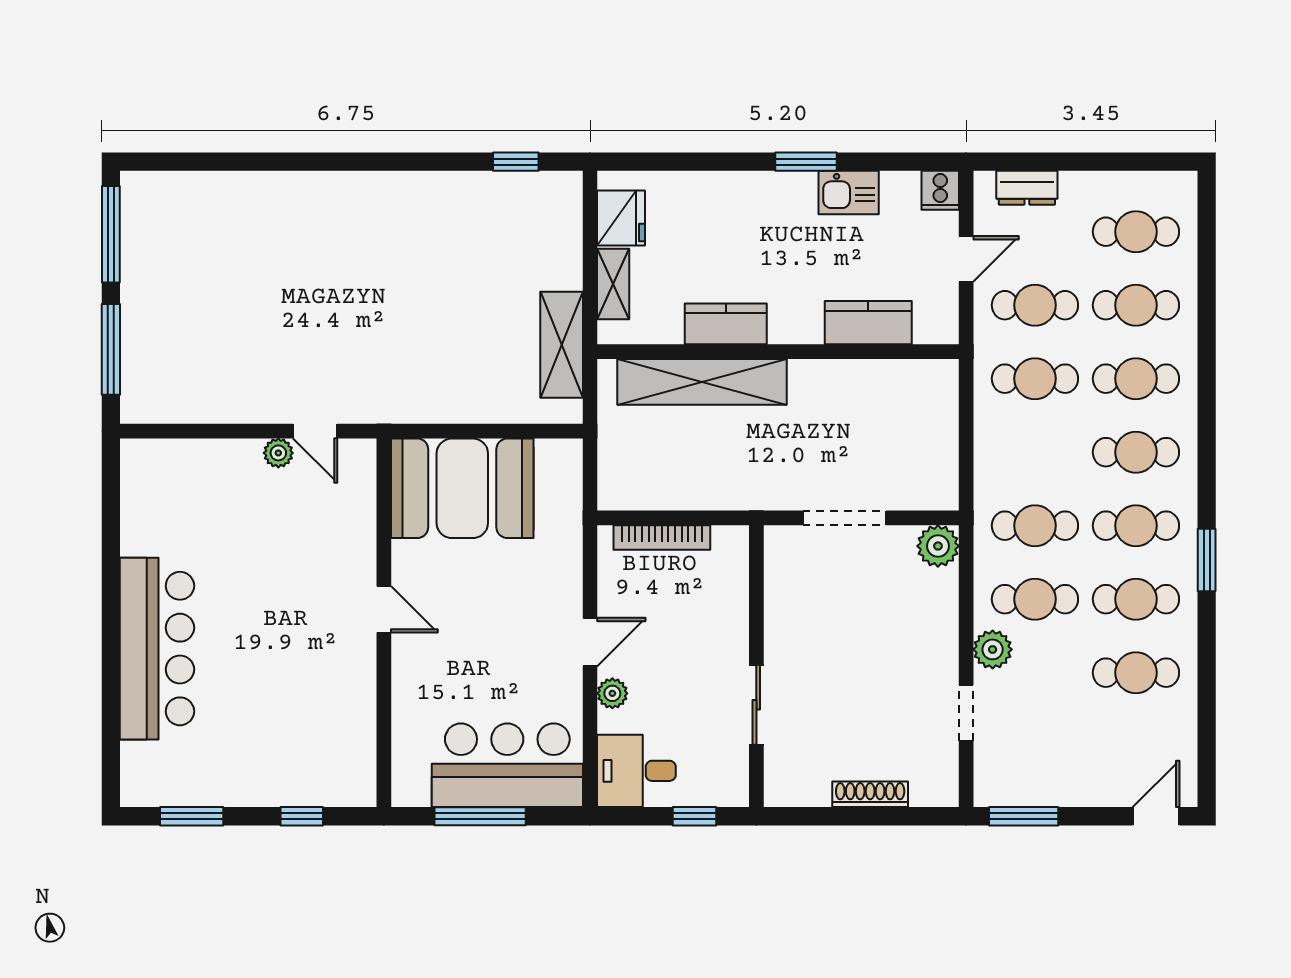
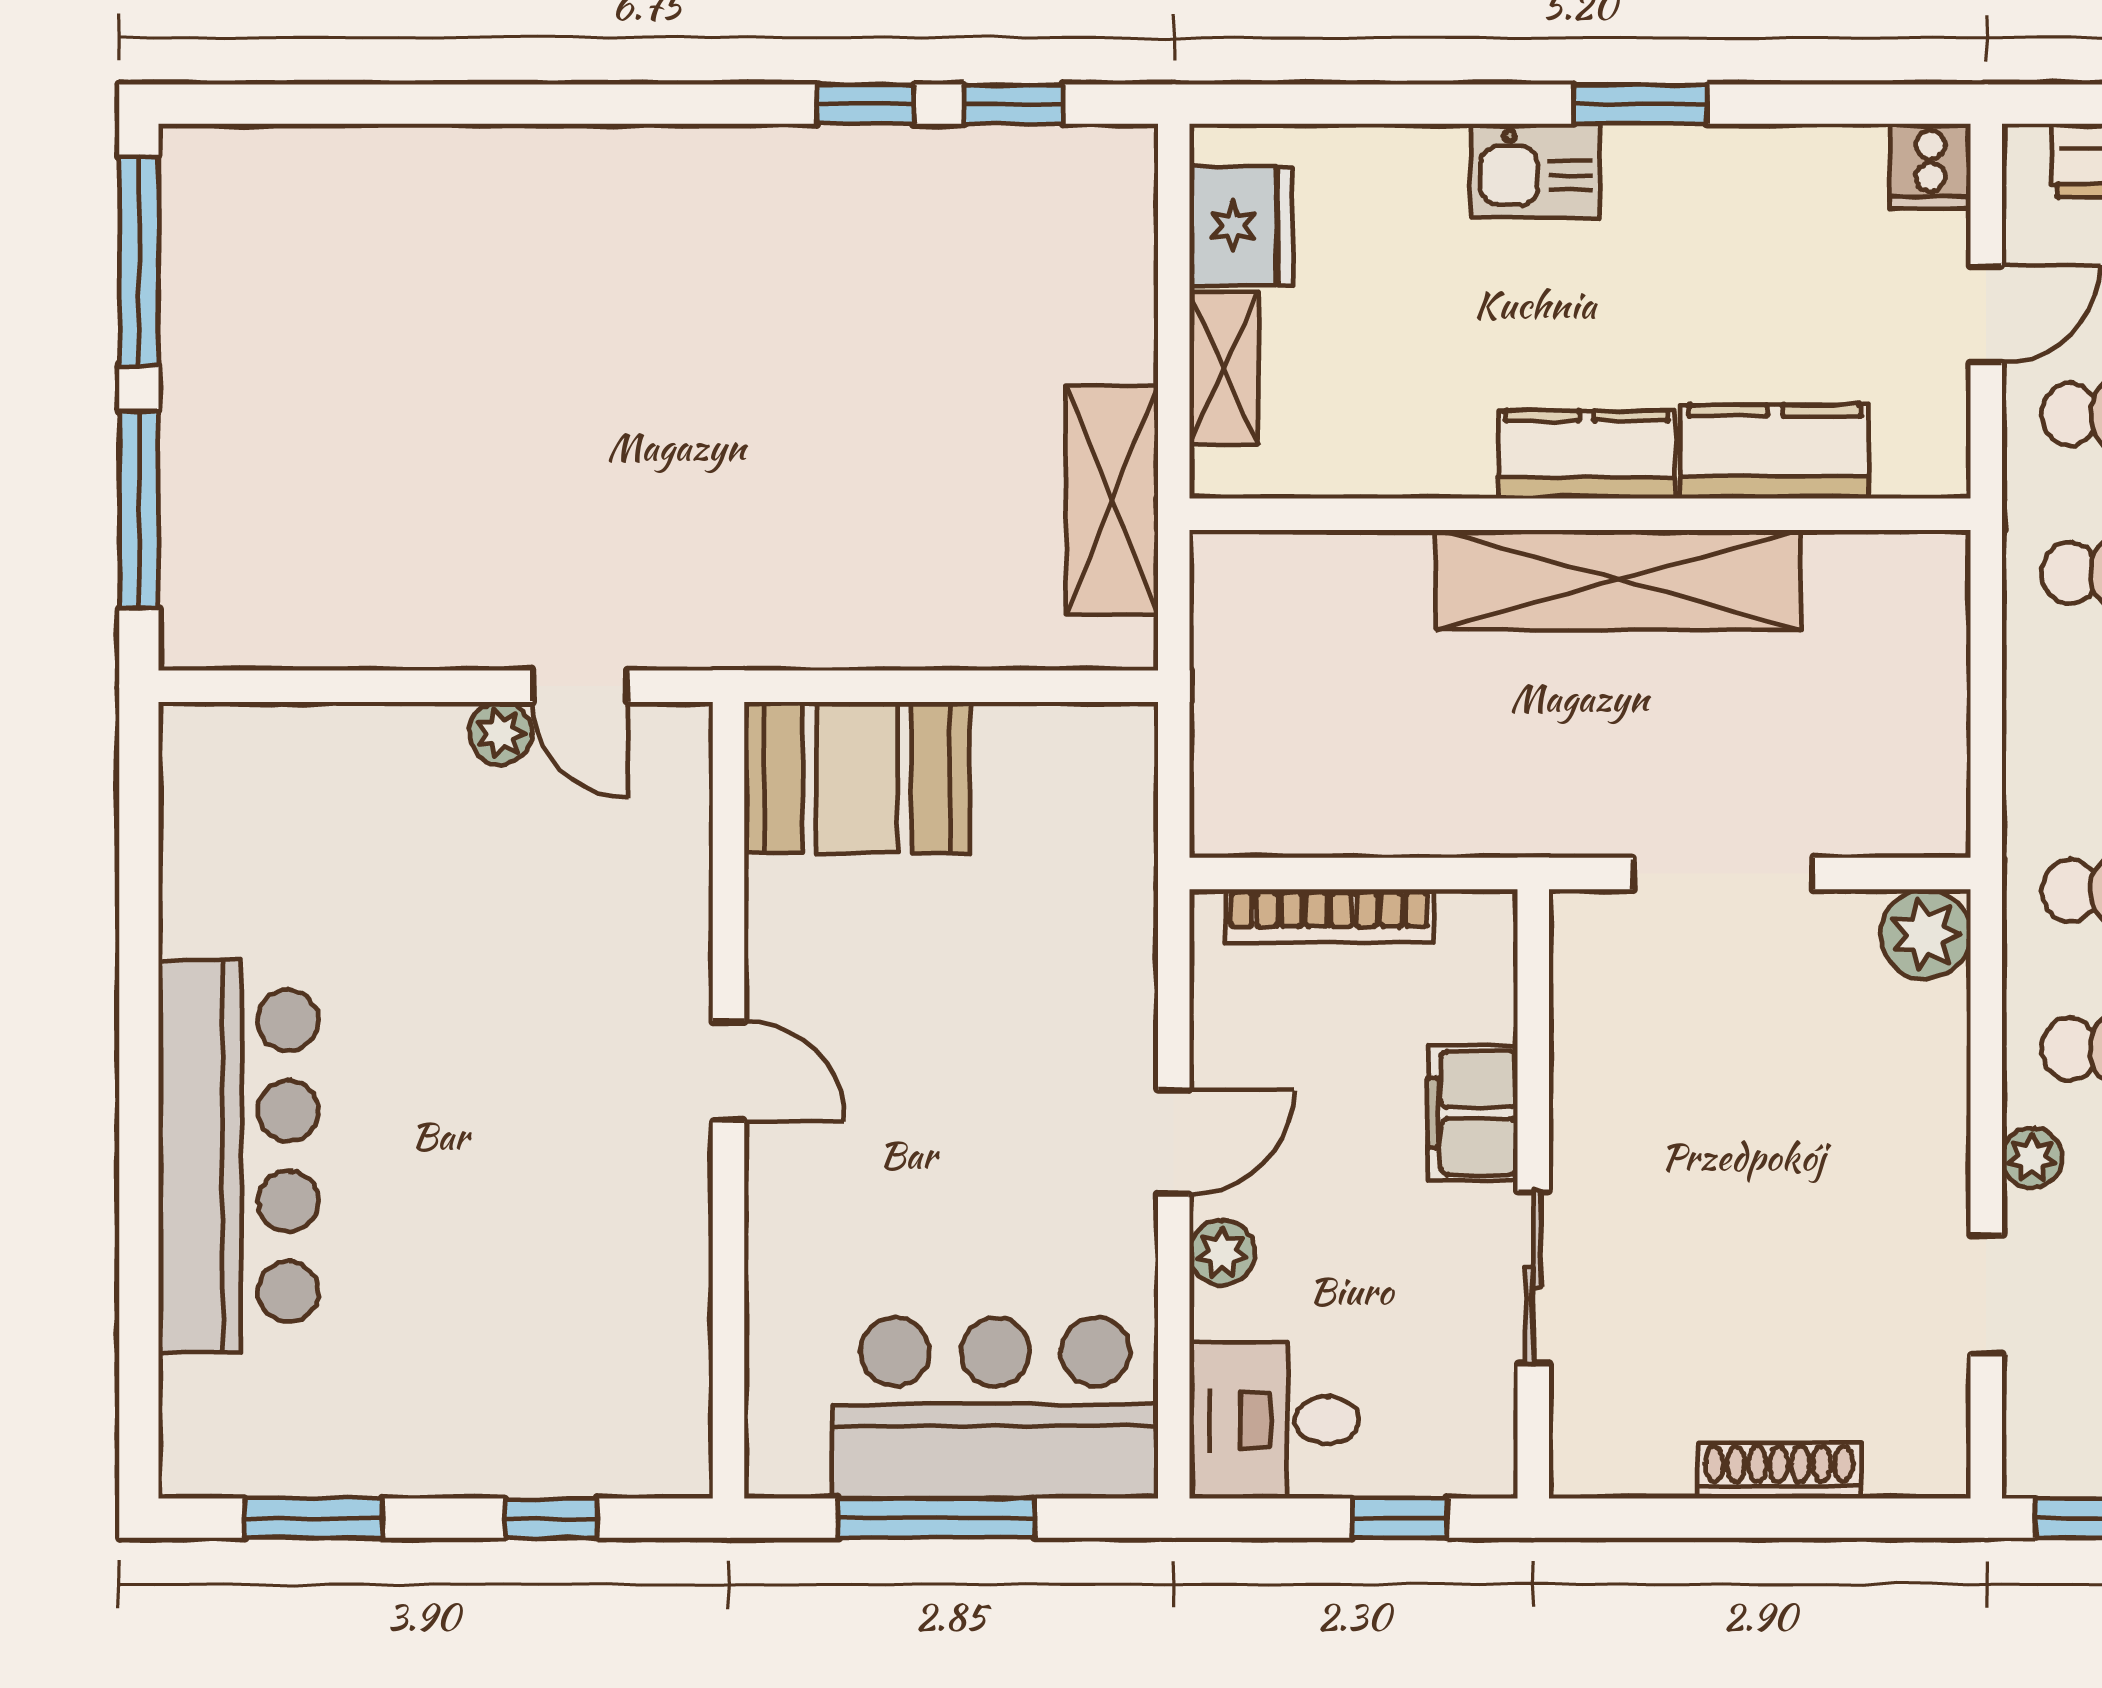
window: (447, 162) -> (866, 104), added
kitchen sink: (849, 192) -> (1535, 171), moved
kitchen counter: (726, 324) -> (1586, 455), moved
shelving: (702, 382) -> (1618, 580), moved
booth: (462, 488) -> (857, 778), width x0.73, depth x0.70
filing cabinet: (728, 629) -> (1473, 1113), added
plant: (993, 649) -> (2032, 1158), width x0.73, depth x0.73

